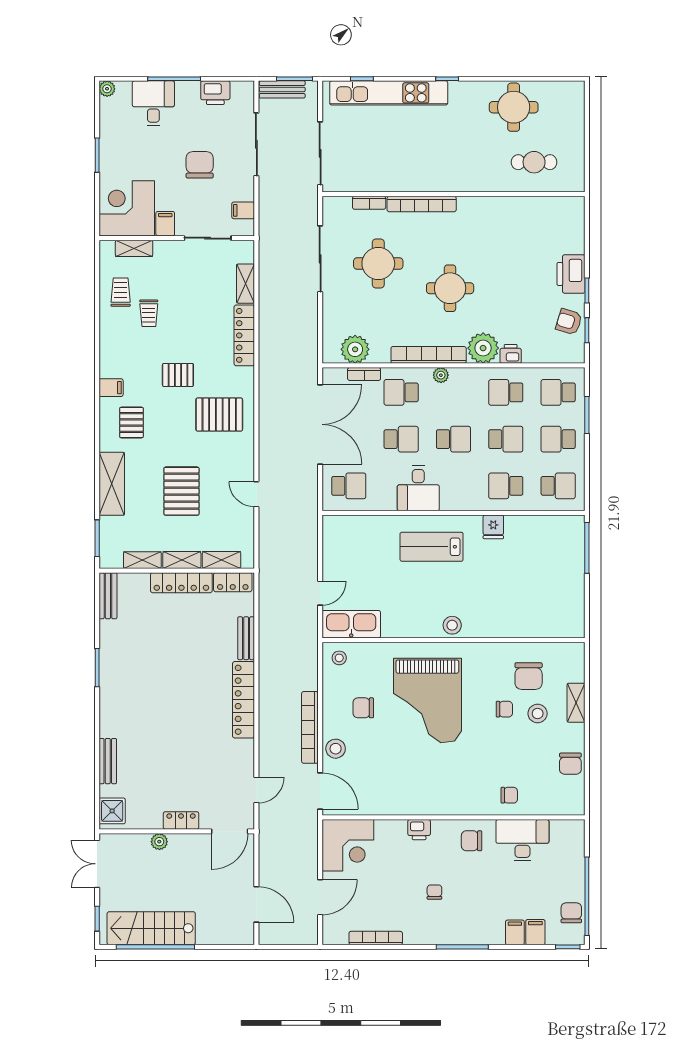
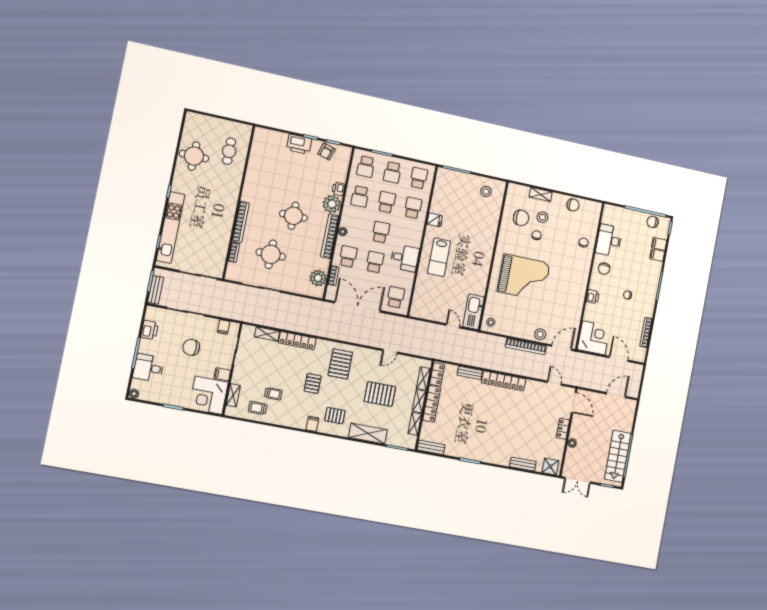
school desk: (401, 392) -> (348, 256), turned 180
school desk: (506, 486) -> (413, 208), turned 180
stool: (452, 625) -> (486, 191), moved
chair: (363, 708) -> (521, 314), removed

